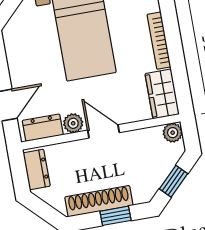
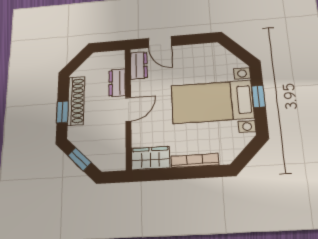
plant: (73, 123) -> (138, 88), removed
plant: (173, 133) -> (118, 163), removed
dresser: (37, 169) -> (117, 83), moved, turned 90

